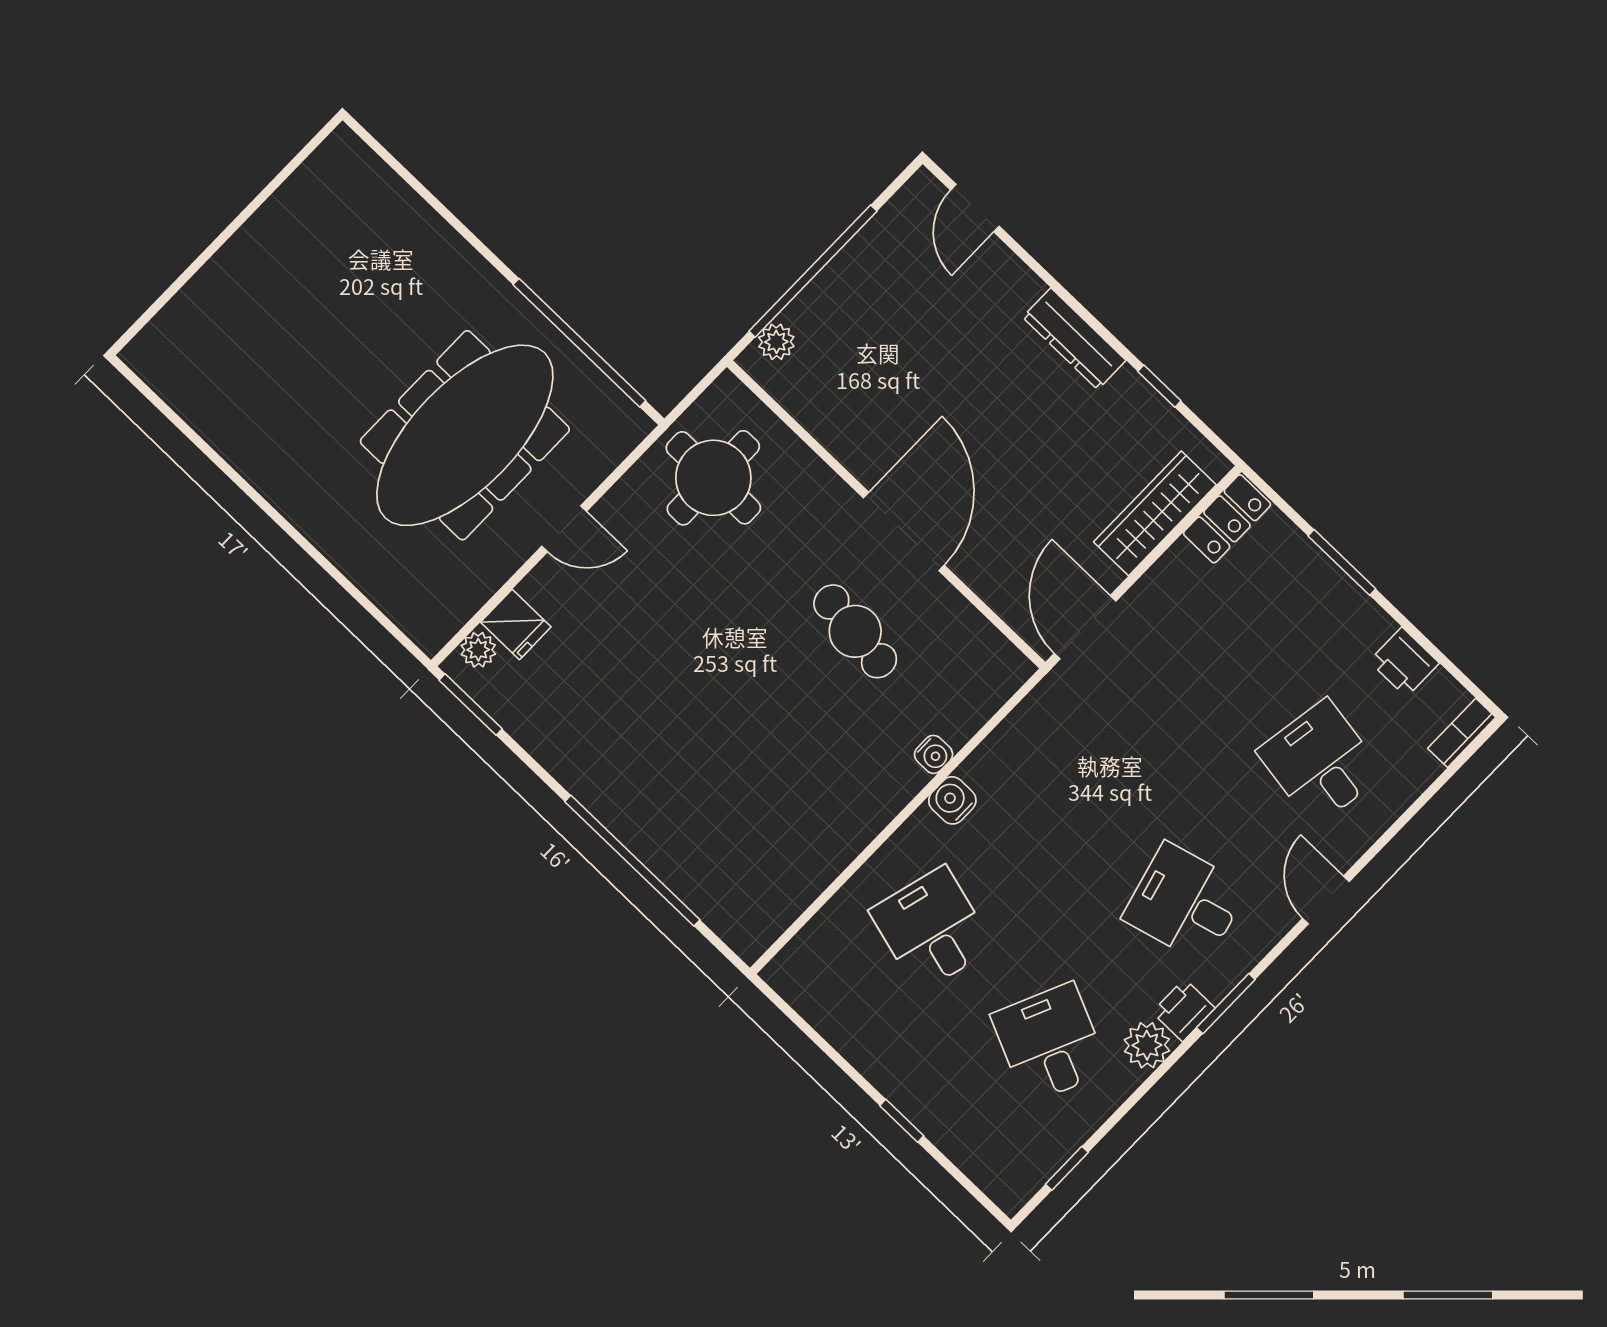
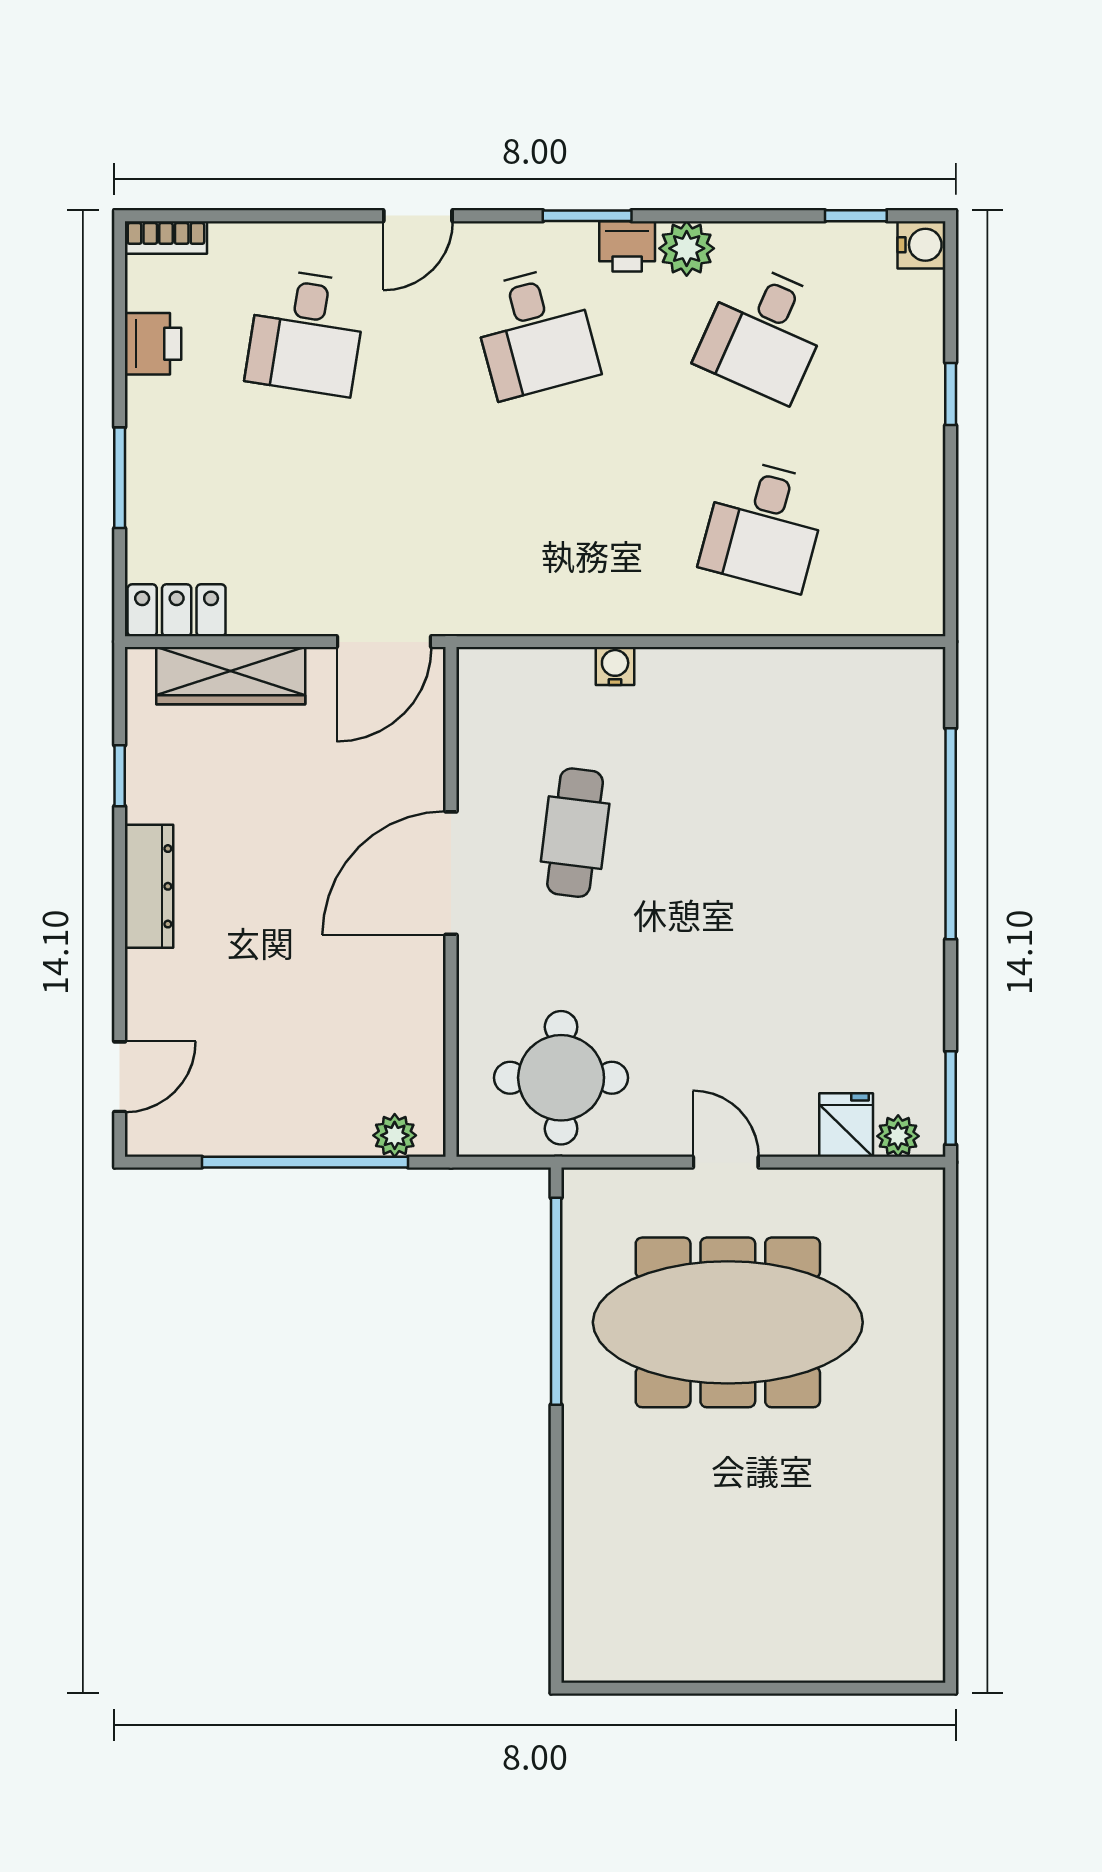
water cooler: (952, 800) -> (921, 245), moved, turned -90

